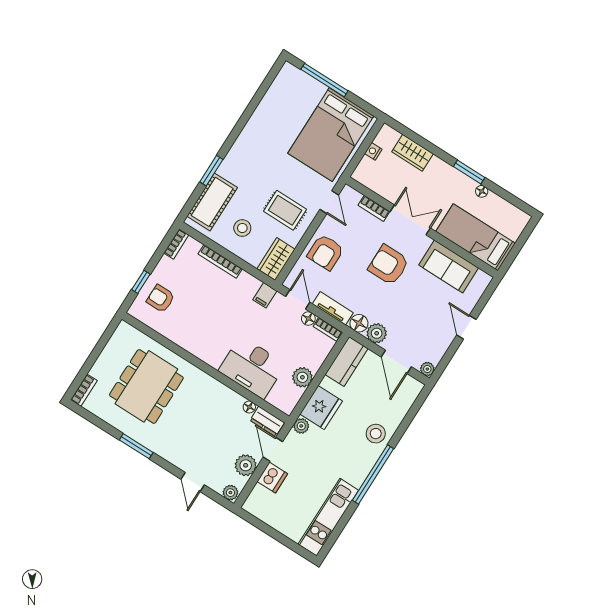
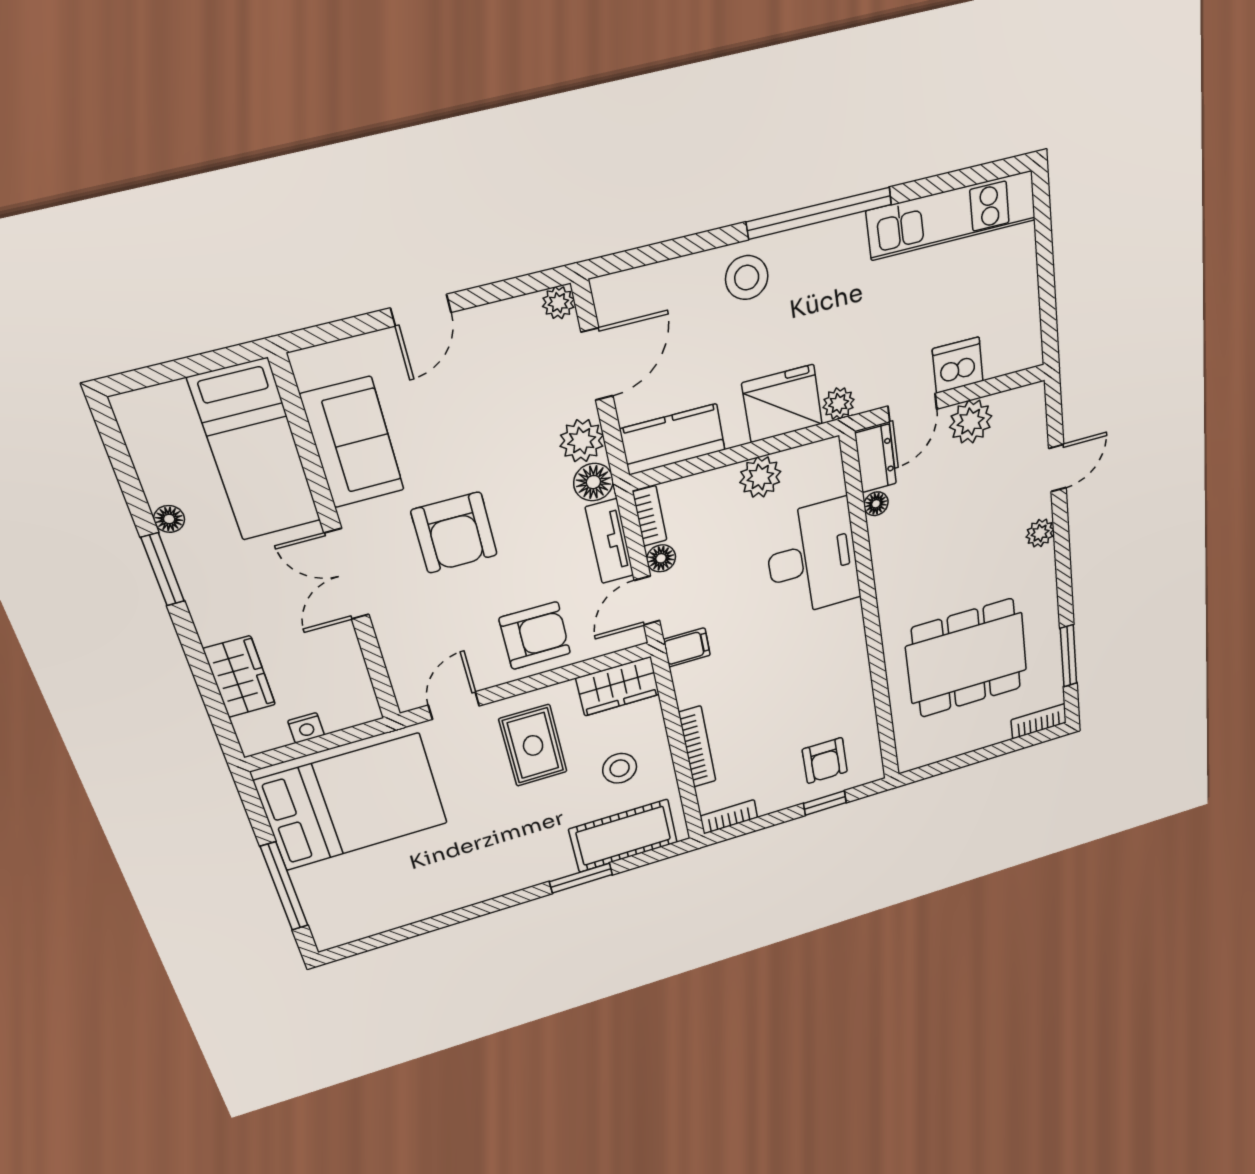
bookcase: (374, 208) -> (391, 641), removed
window: (136, 446) -> (1068, 656), moved
plant: (230, 493) -> (1040, 533), moved

